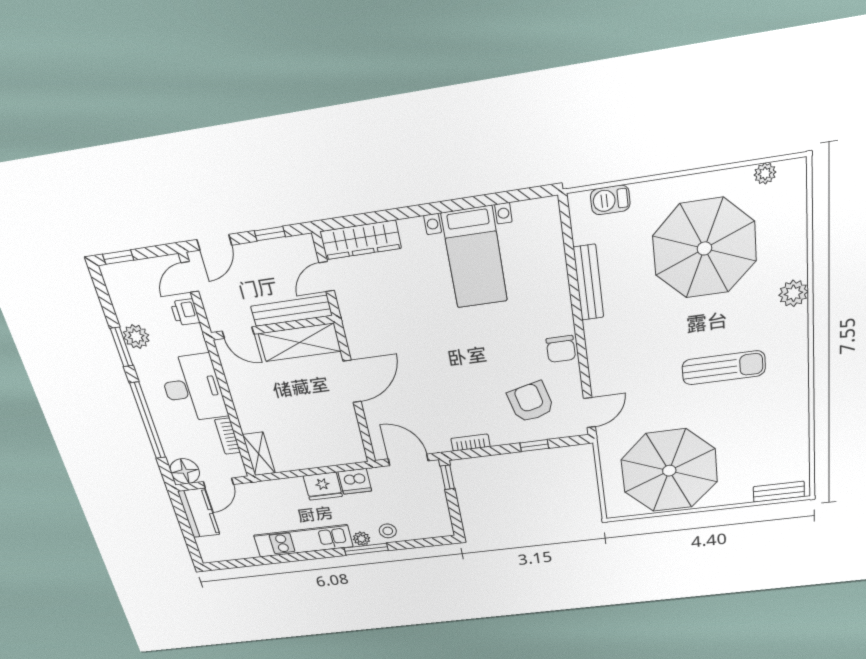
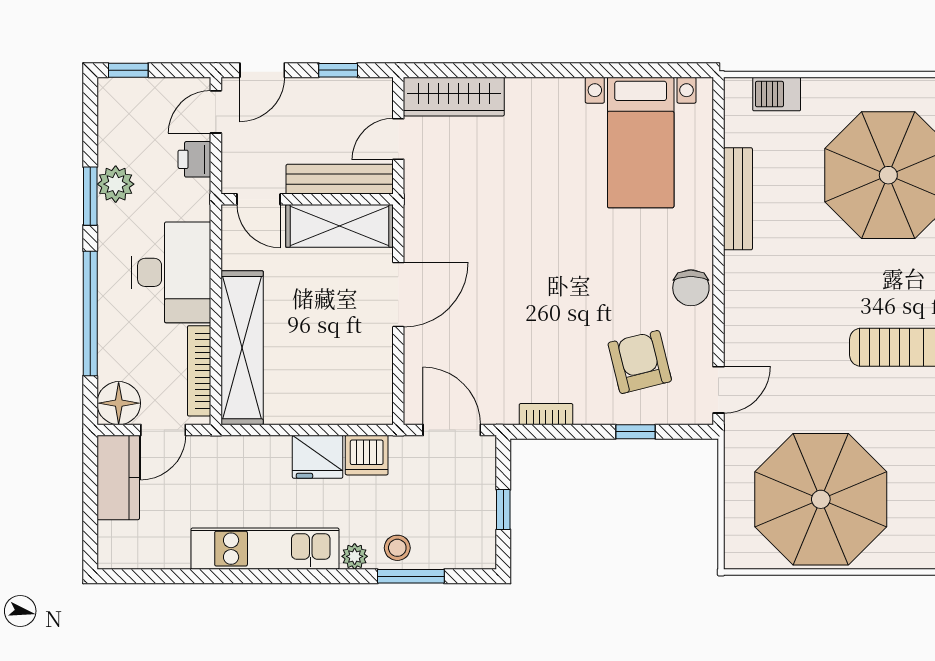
bed with nightstands: (474, 257) -> (641, 142), moved
bookcase: (228, 436) -> (199, 371), width x1.56
shelving: (259, 454) -> (242, 348), width x2.20, depth x1.33
window: (448, 477) -> (503, 510), moved
window: (366, 549) -> (411, 576), moved

